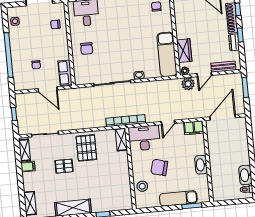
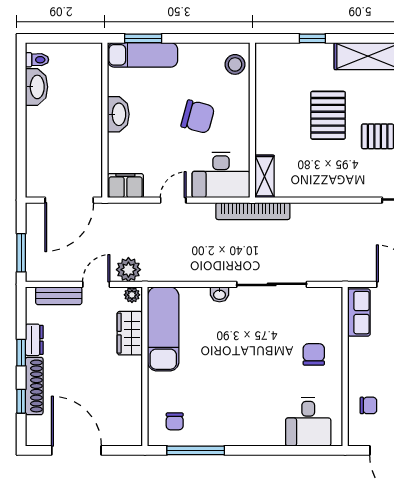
pallet: (86, 148) -> (328, 115), moved
stool: (142, 186) -> (235, 64), moved
exam couch: (178, 198) -> (143, 55), moved

